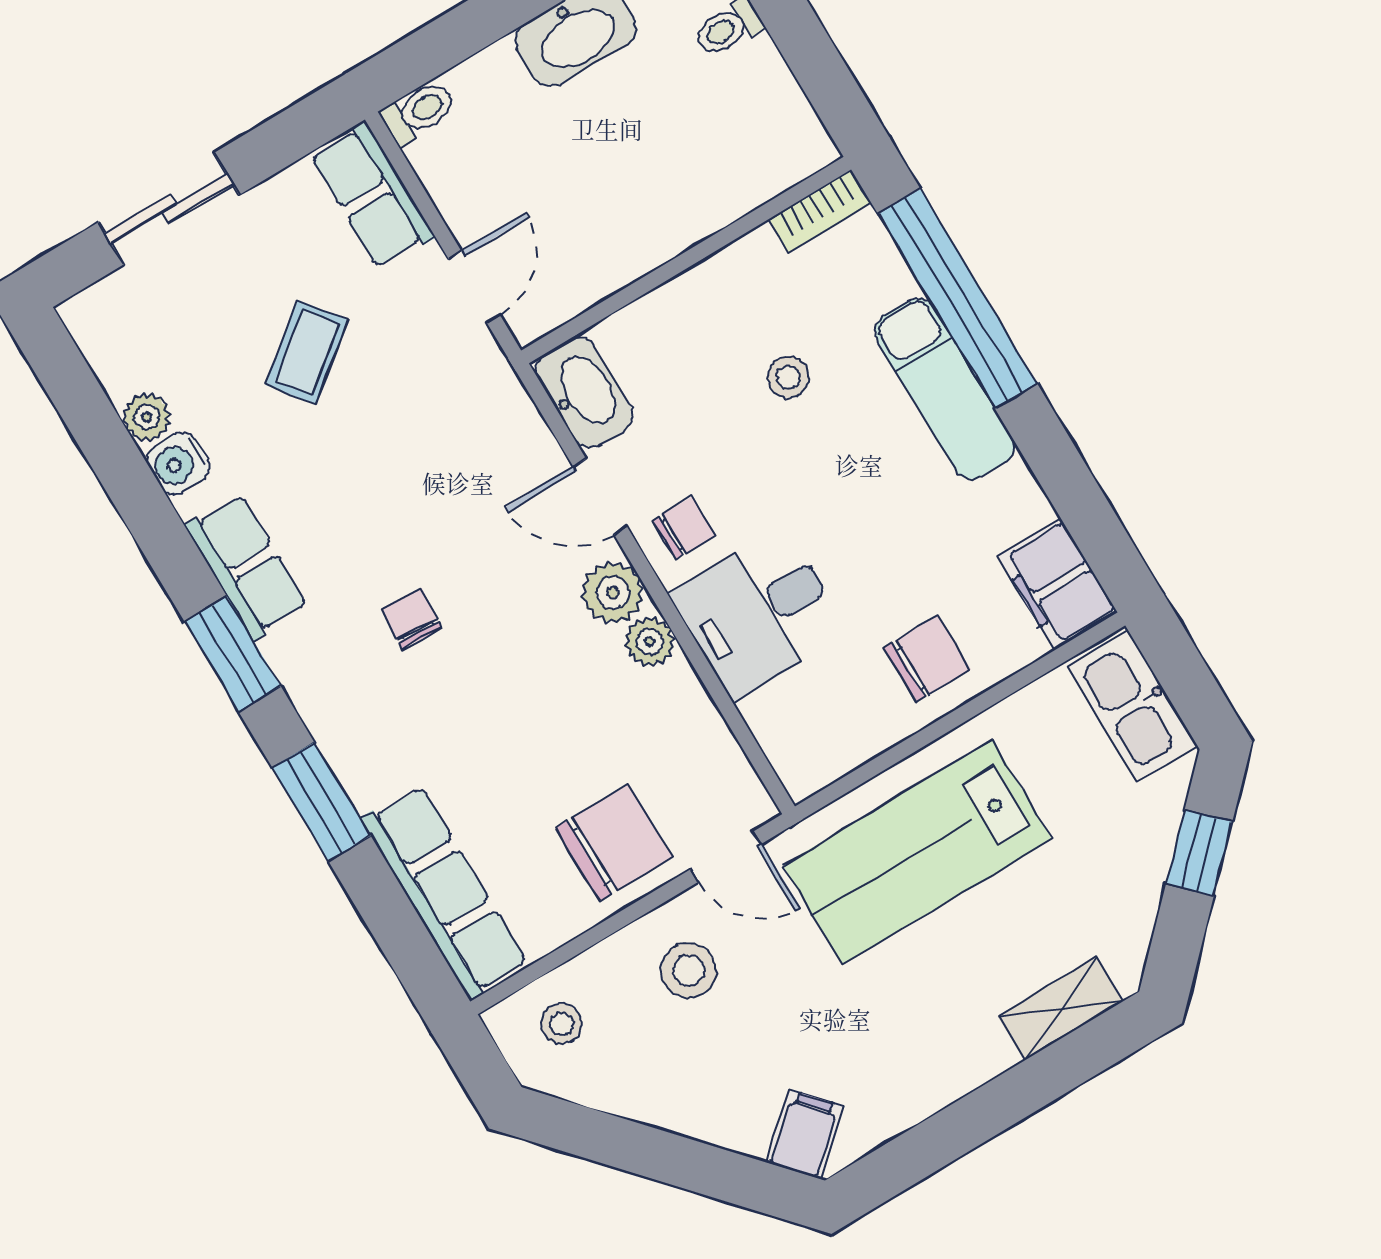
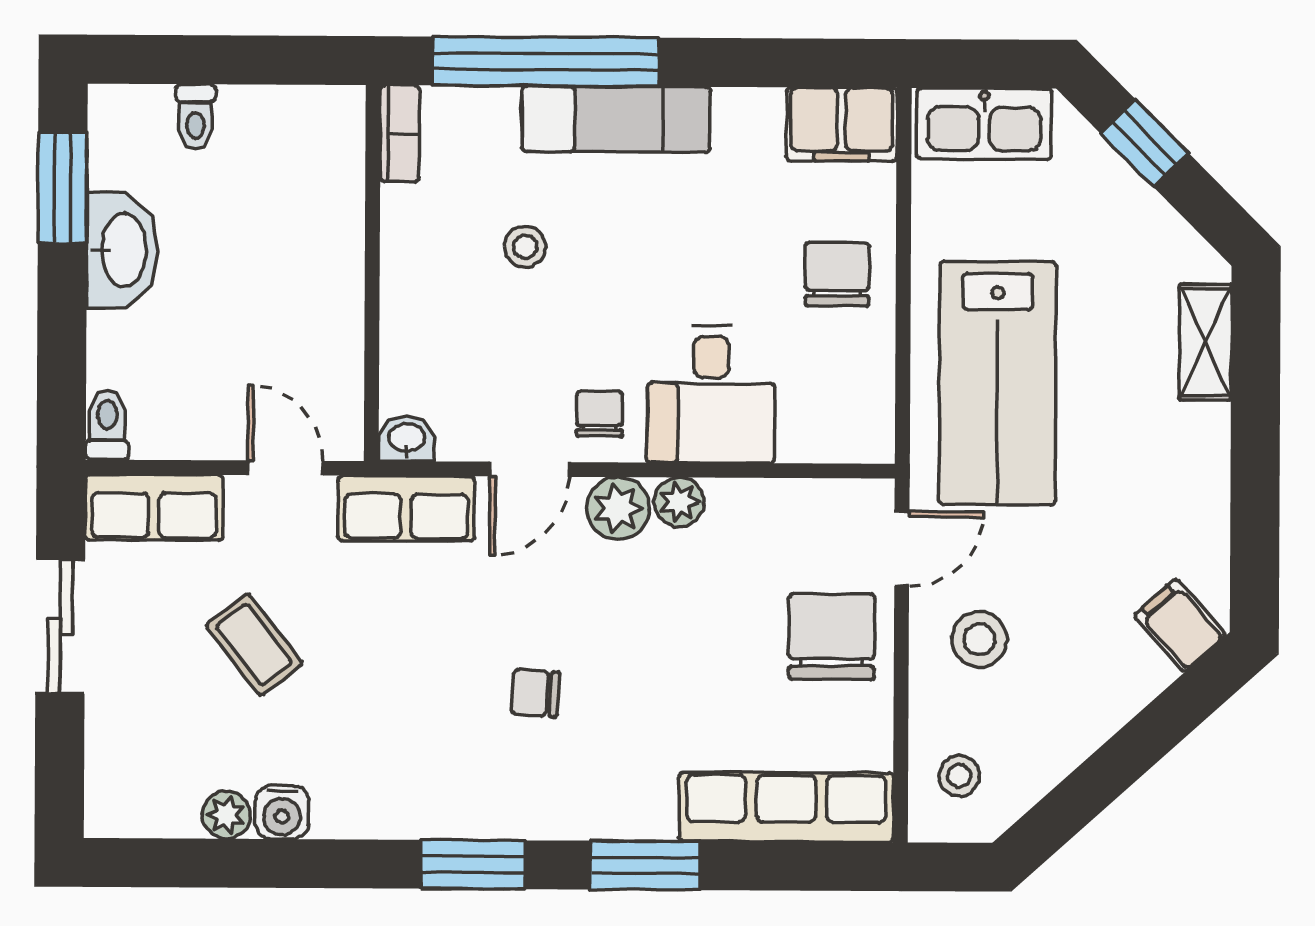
sliding door: (169, 209) -> (60, 626), moved
washbasin: (584, 392) -> (407, 439), width x0.52, depth x0.69
row of seats: (246, 566) -> (406, 508), moved, turned 180

